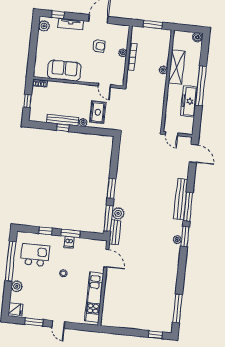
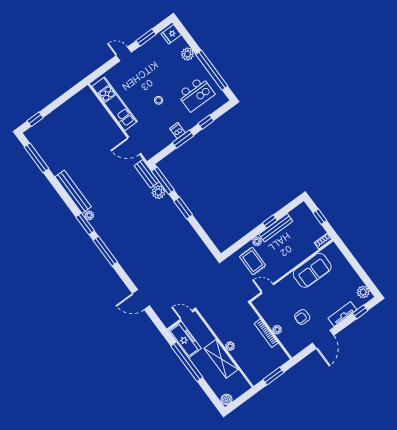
door: (172, 134) -> (187, 316), moved
wall: (178, 134) -> (181, 320), moved
bench: (181, 199) -> (73, 192), moved

